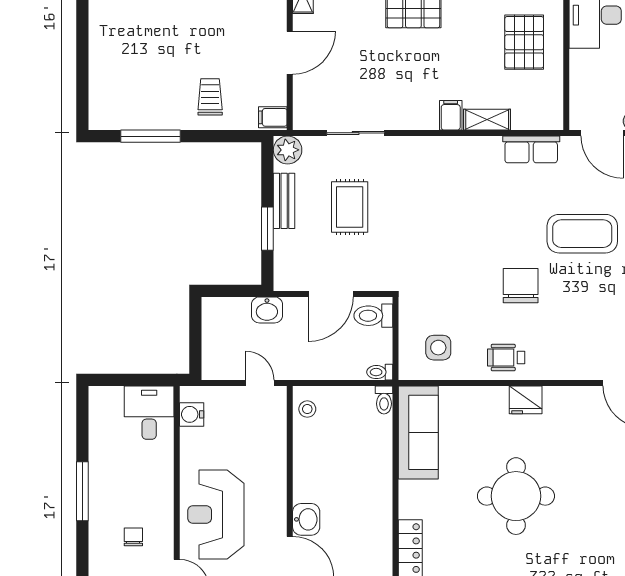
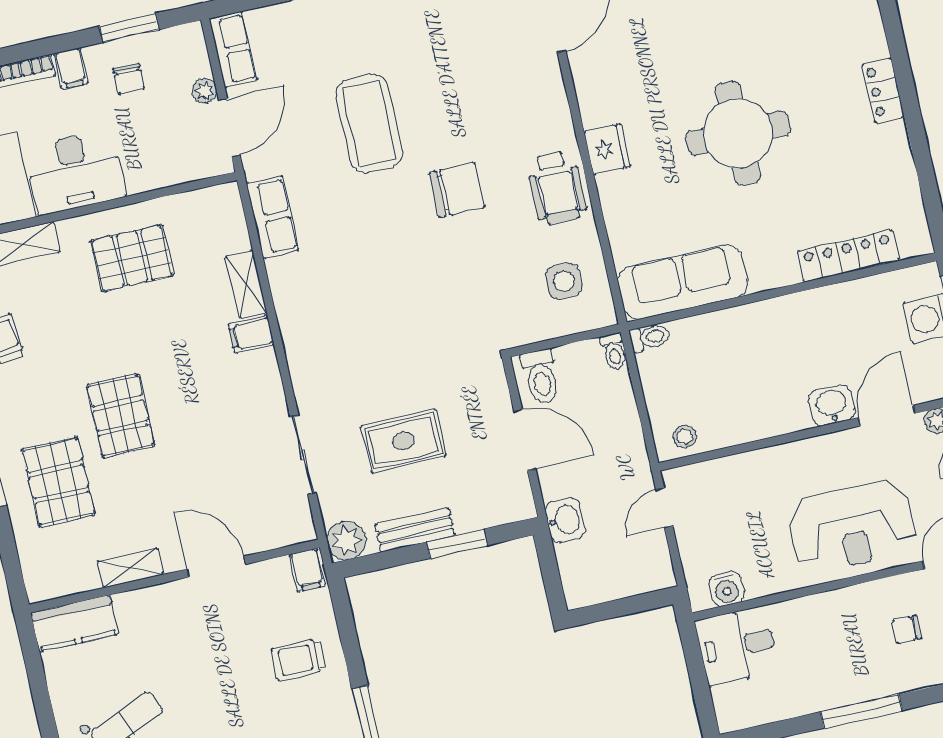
chair: (521, 286) -> (457, 190), turned 180
wheelchair: (506, 358) -> (557, 188), width x1.36, depth x1.37

